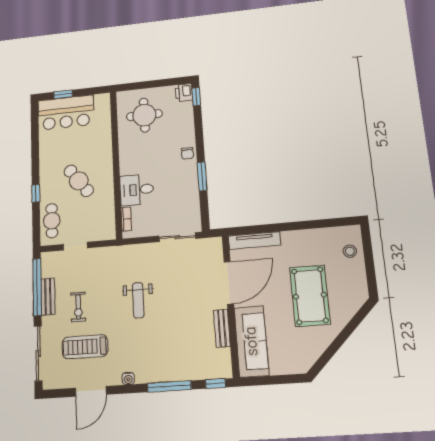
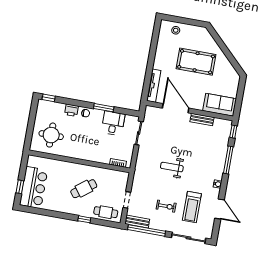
printer: (184, 93) -> (72, 110), moved
desk: (137, 190) -> (113, 123), moved, turned 180
bench: (48, 297) -> (137, 221), moved
weight bench: (138, 300) -> (172, 167), turned 180
sofa: (251, 341) -> (220, 105), width x0.73

